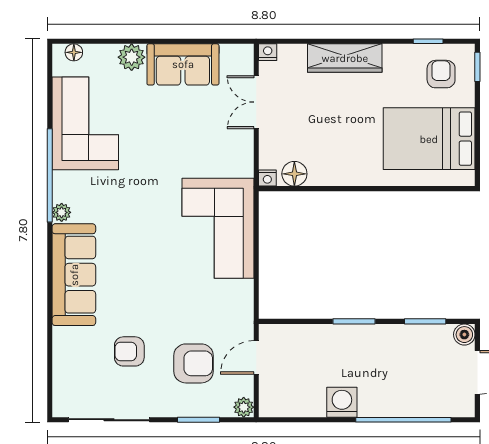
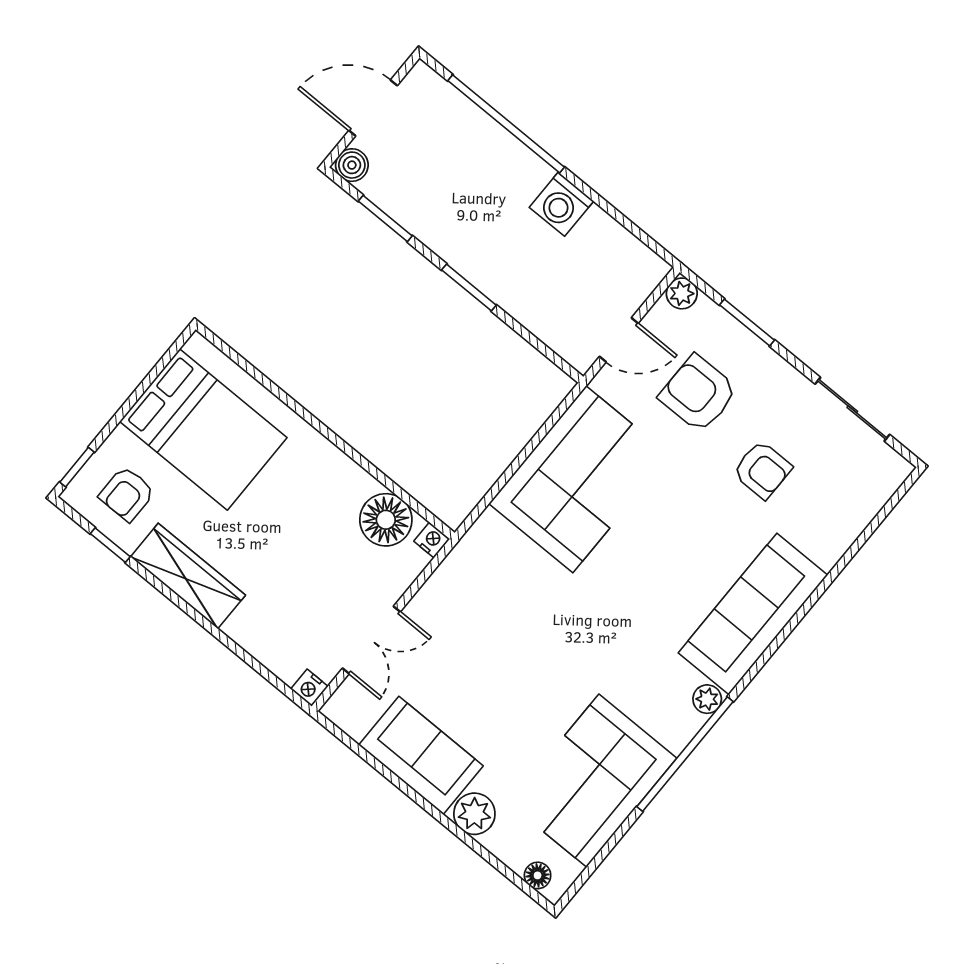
wardrobe: (345, 58) -> (188, 576), moved
floor lamp: (294, 174) -> (386, 520), width x1.38, depth x1.38
corner sofa: (218, 228) -> (579, 479), moved
sliding door: (109, 420) -> (852, 409), width x0.73

